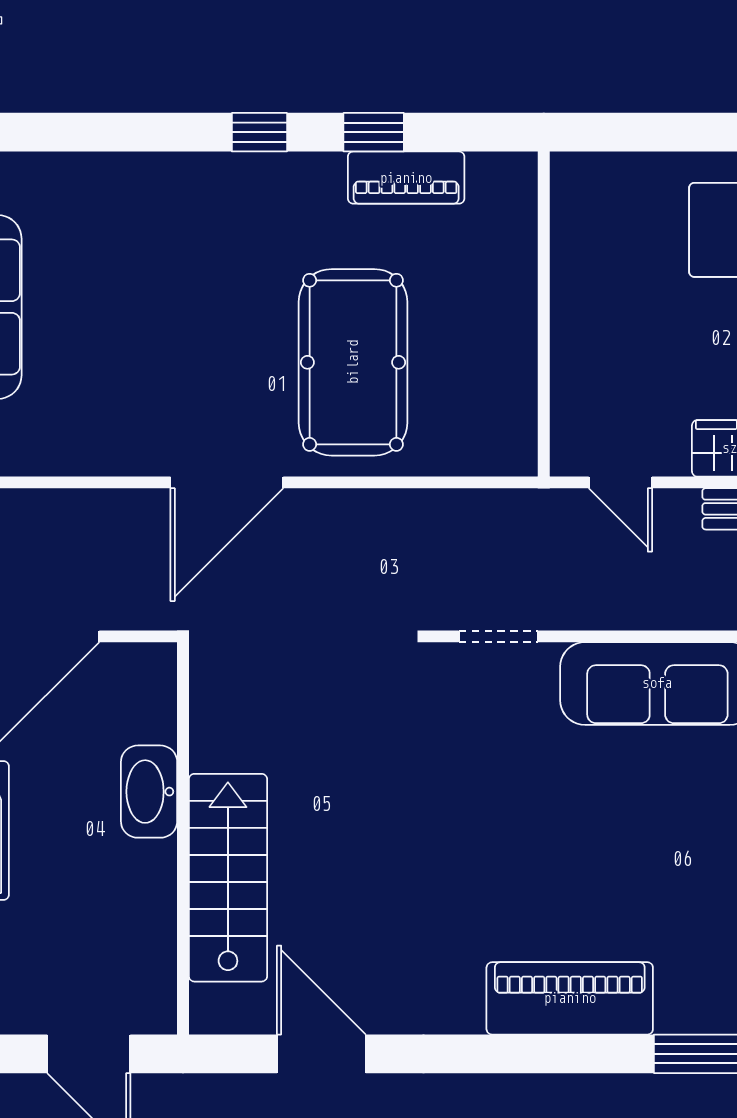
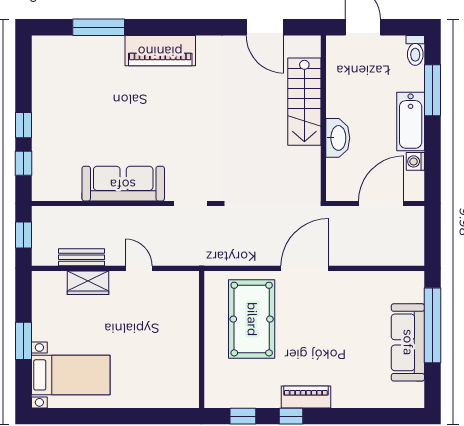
piano: (406, 178) -> (306, 397), moved
wall: (544, 314) -> (202, 339), moved

